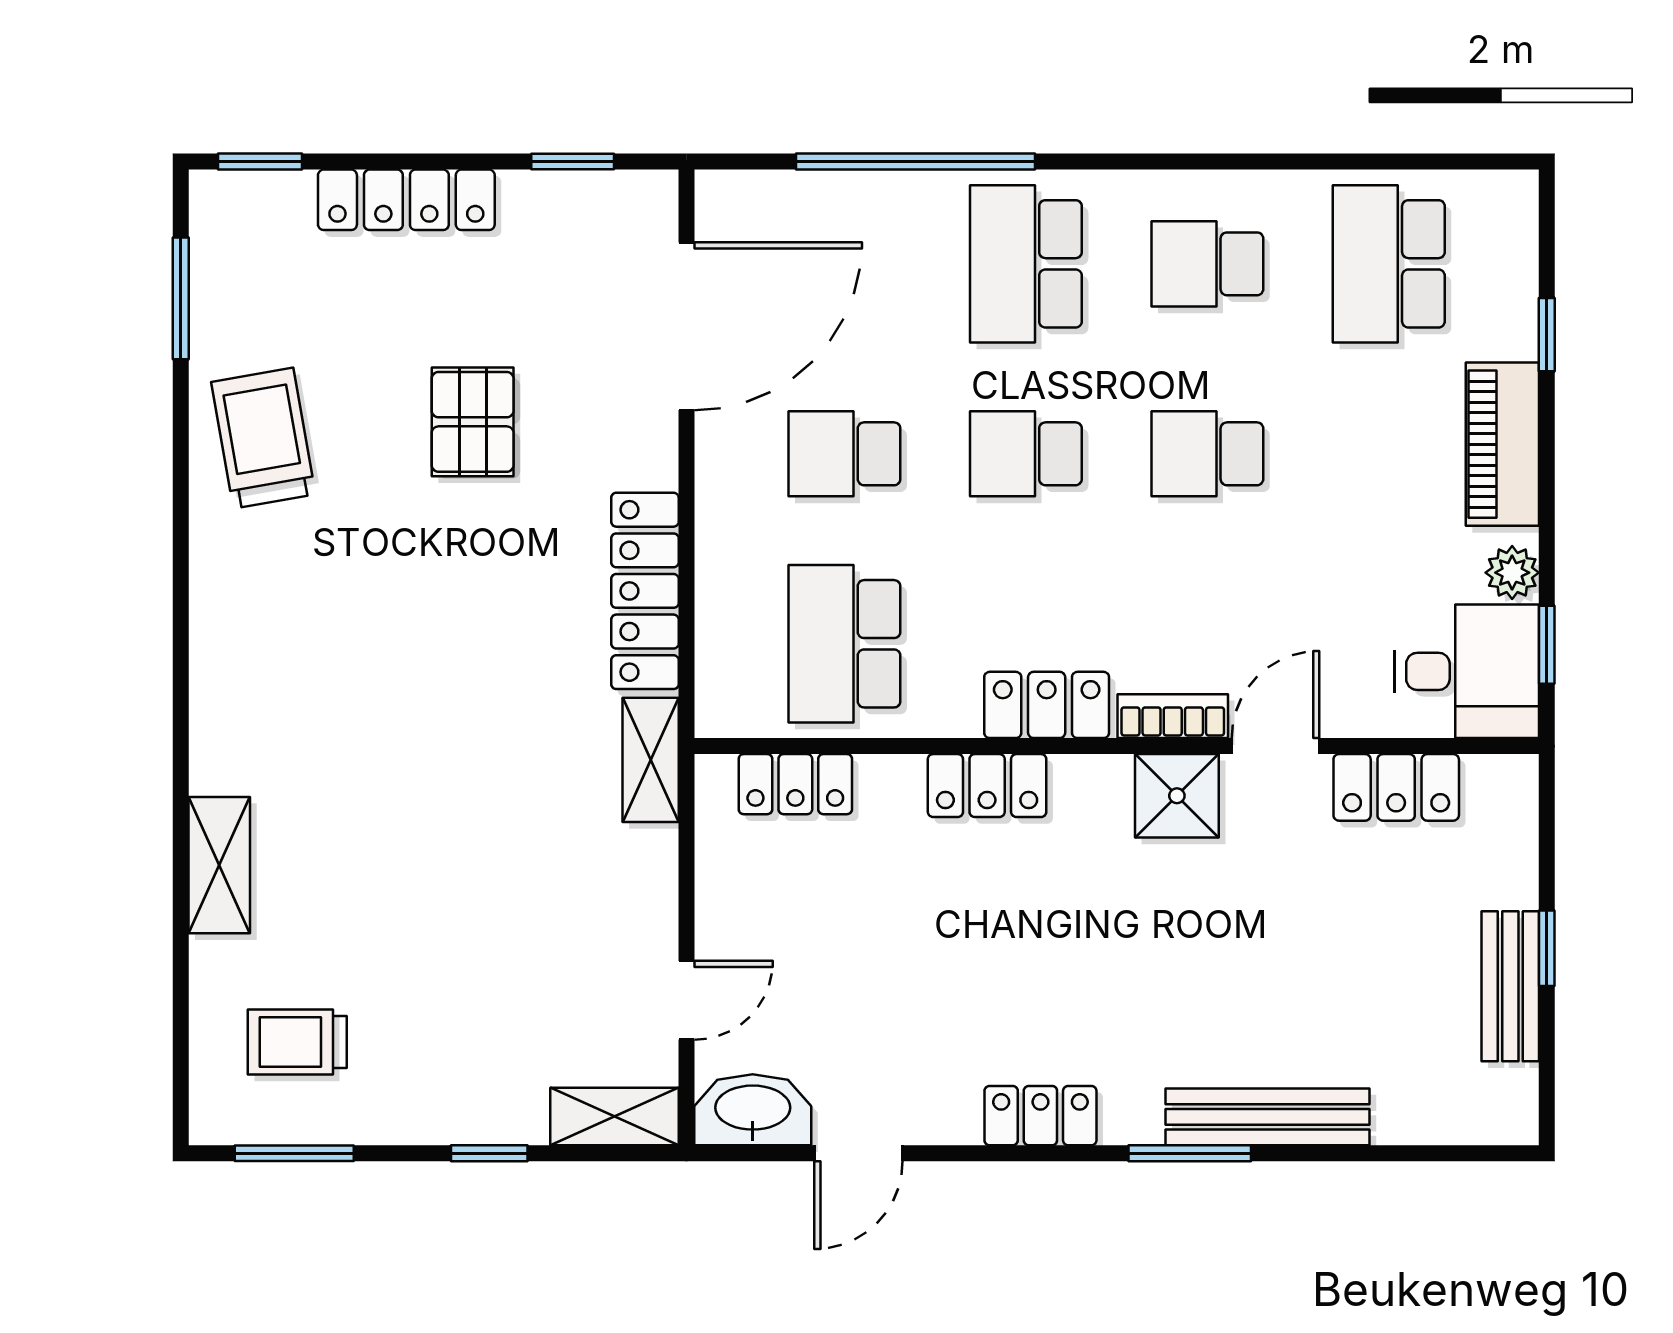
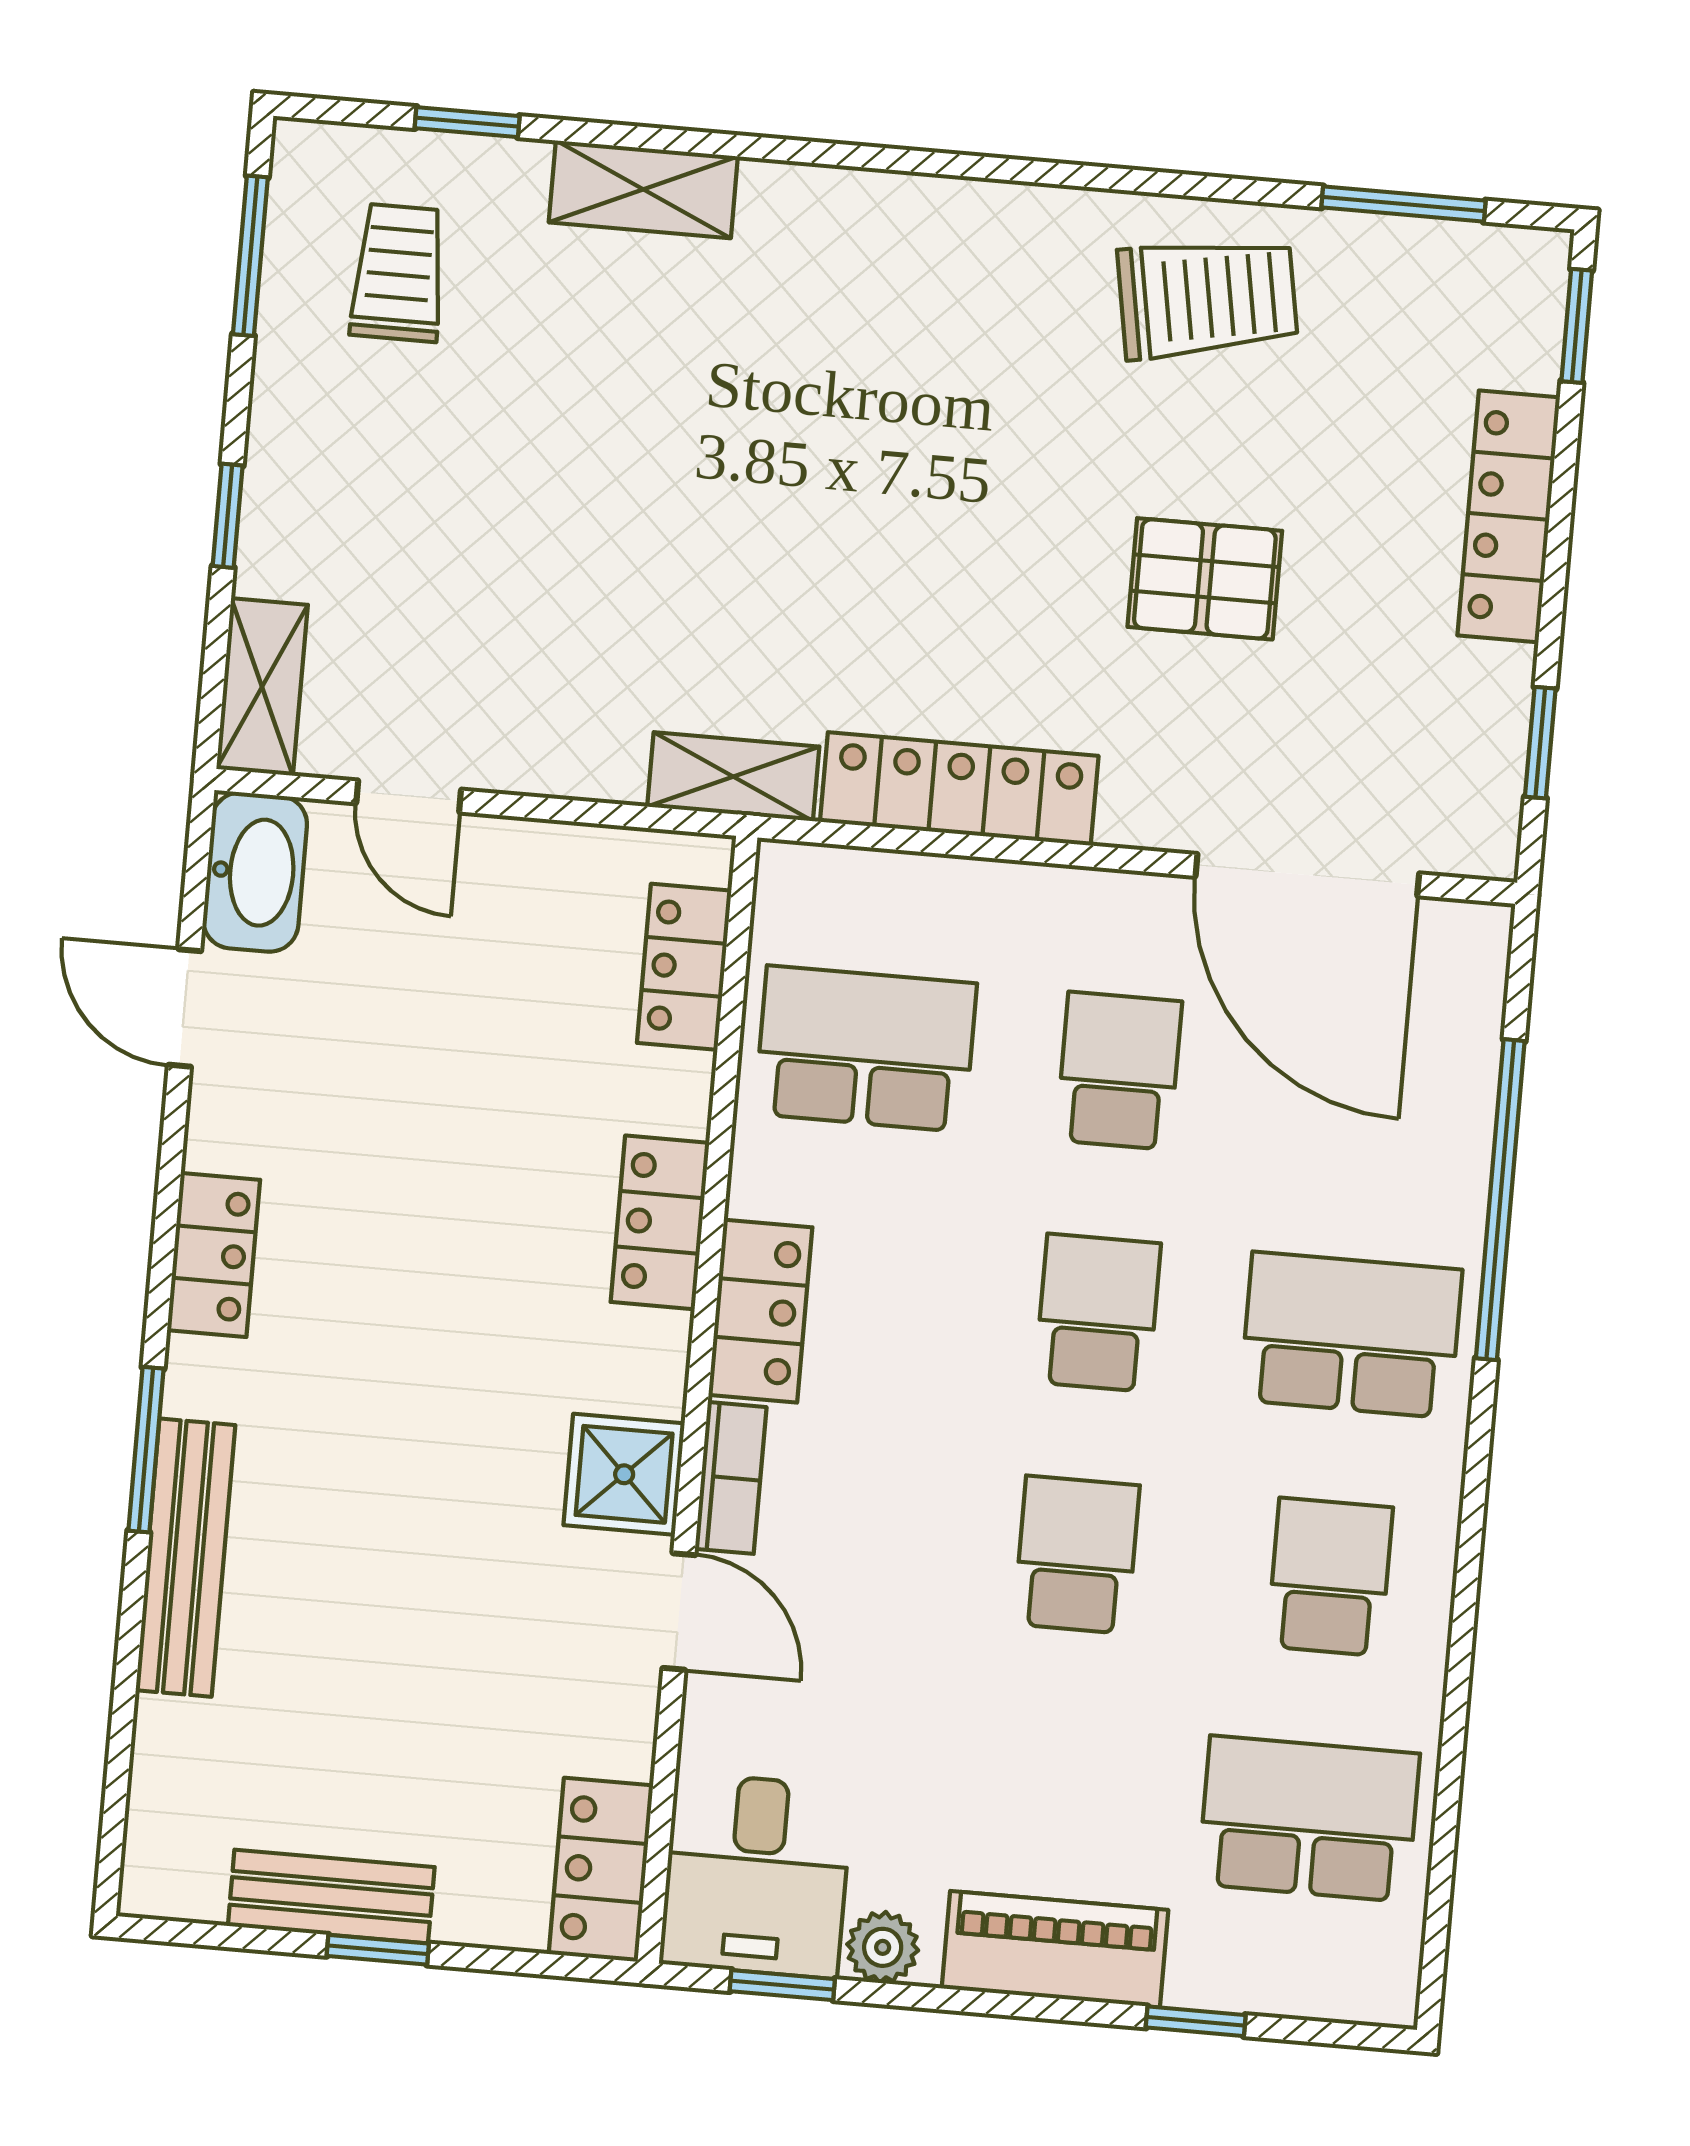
locker: (1396, 787) -> (601, 1870), moved
window: (181, 1001) -> (467, 122), added

